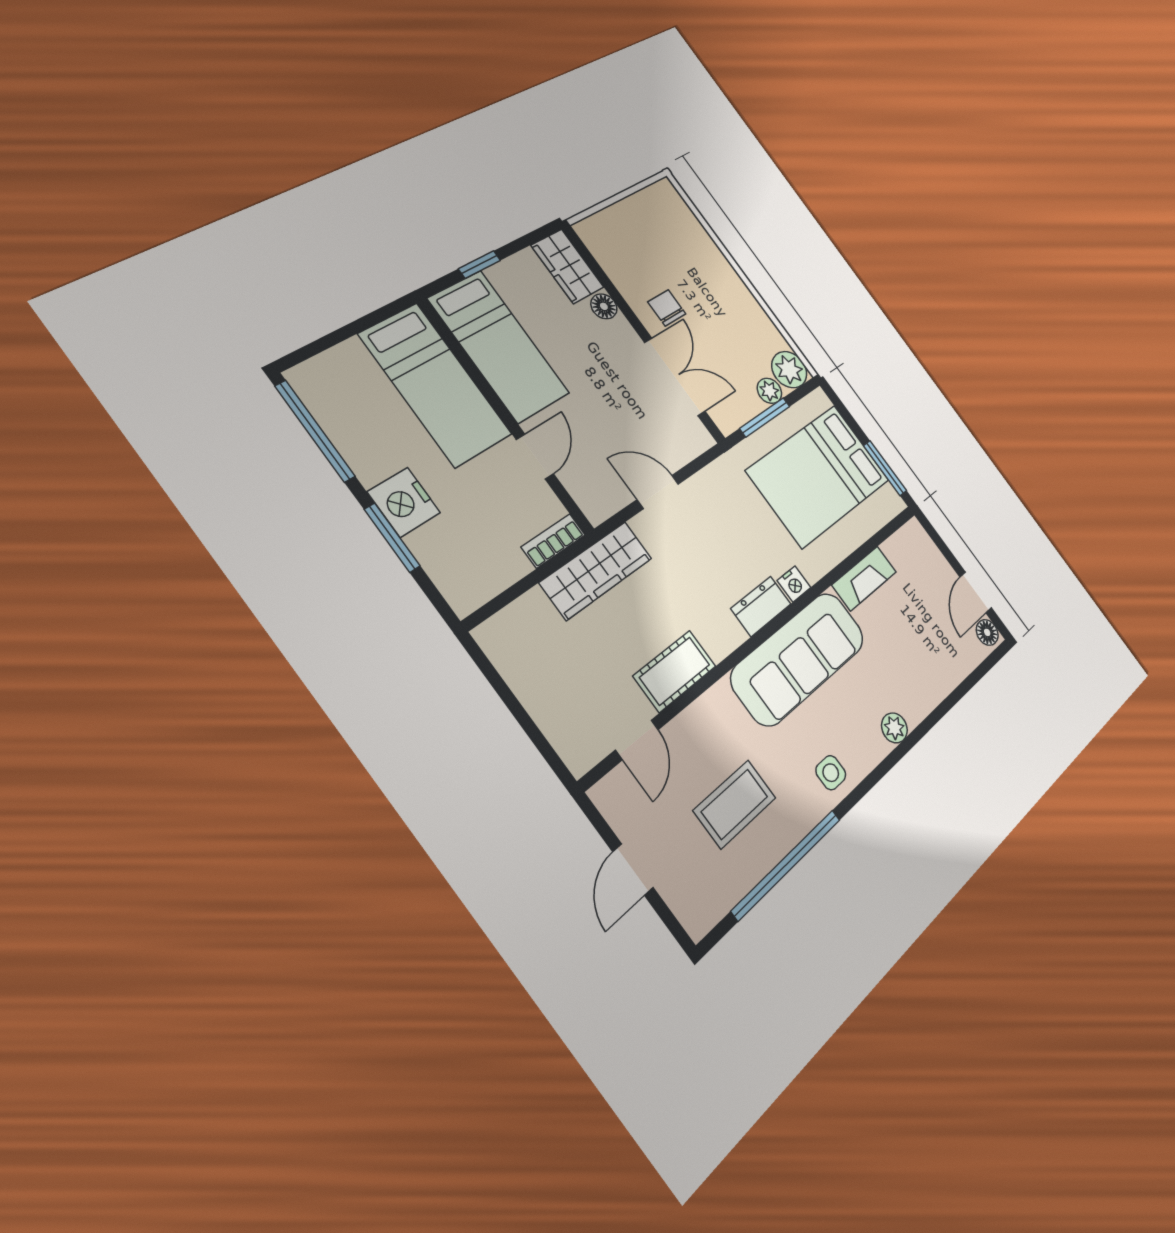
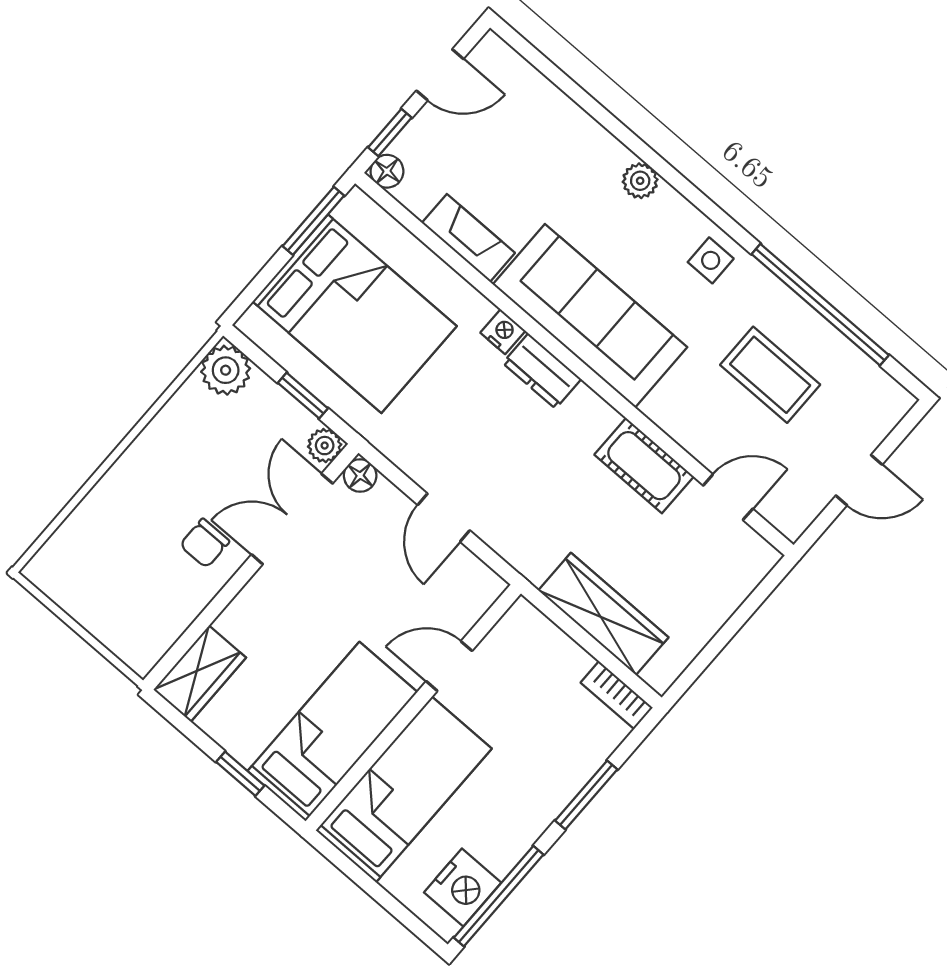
floor lamp: (604, 306) -> (360, 476), moved
plant: (769, 391) -> (325, 446), moved
window: (765, 417) -> (303, 396), width x0.67
nightstand: (404, 502) -> (463, 887), moved
bookcase: (553, 541) -> (617, 695), moved
window: (940, 543) -> (390, 133), added
wardrobe: (596, 570) -> (603, 614), moved
floor lamp: (987, 632) -> (387, 171), moved

